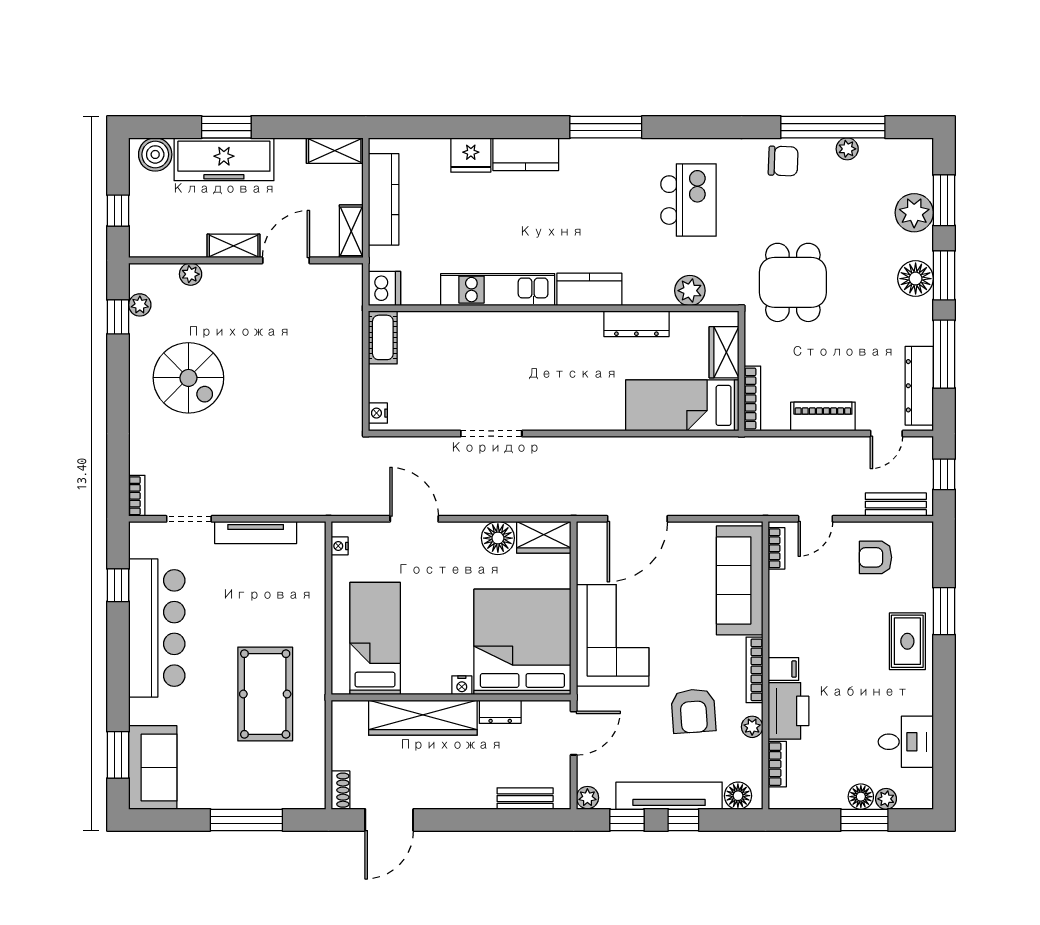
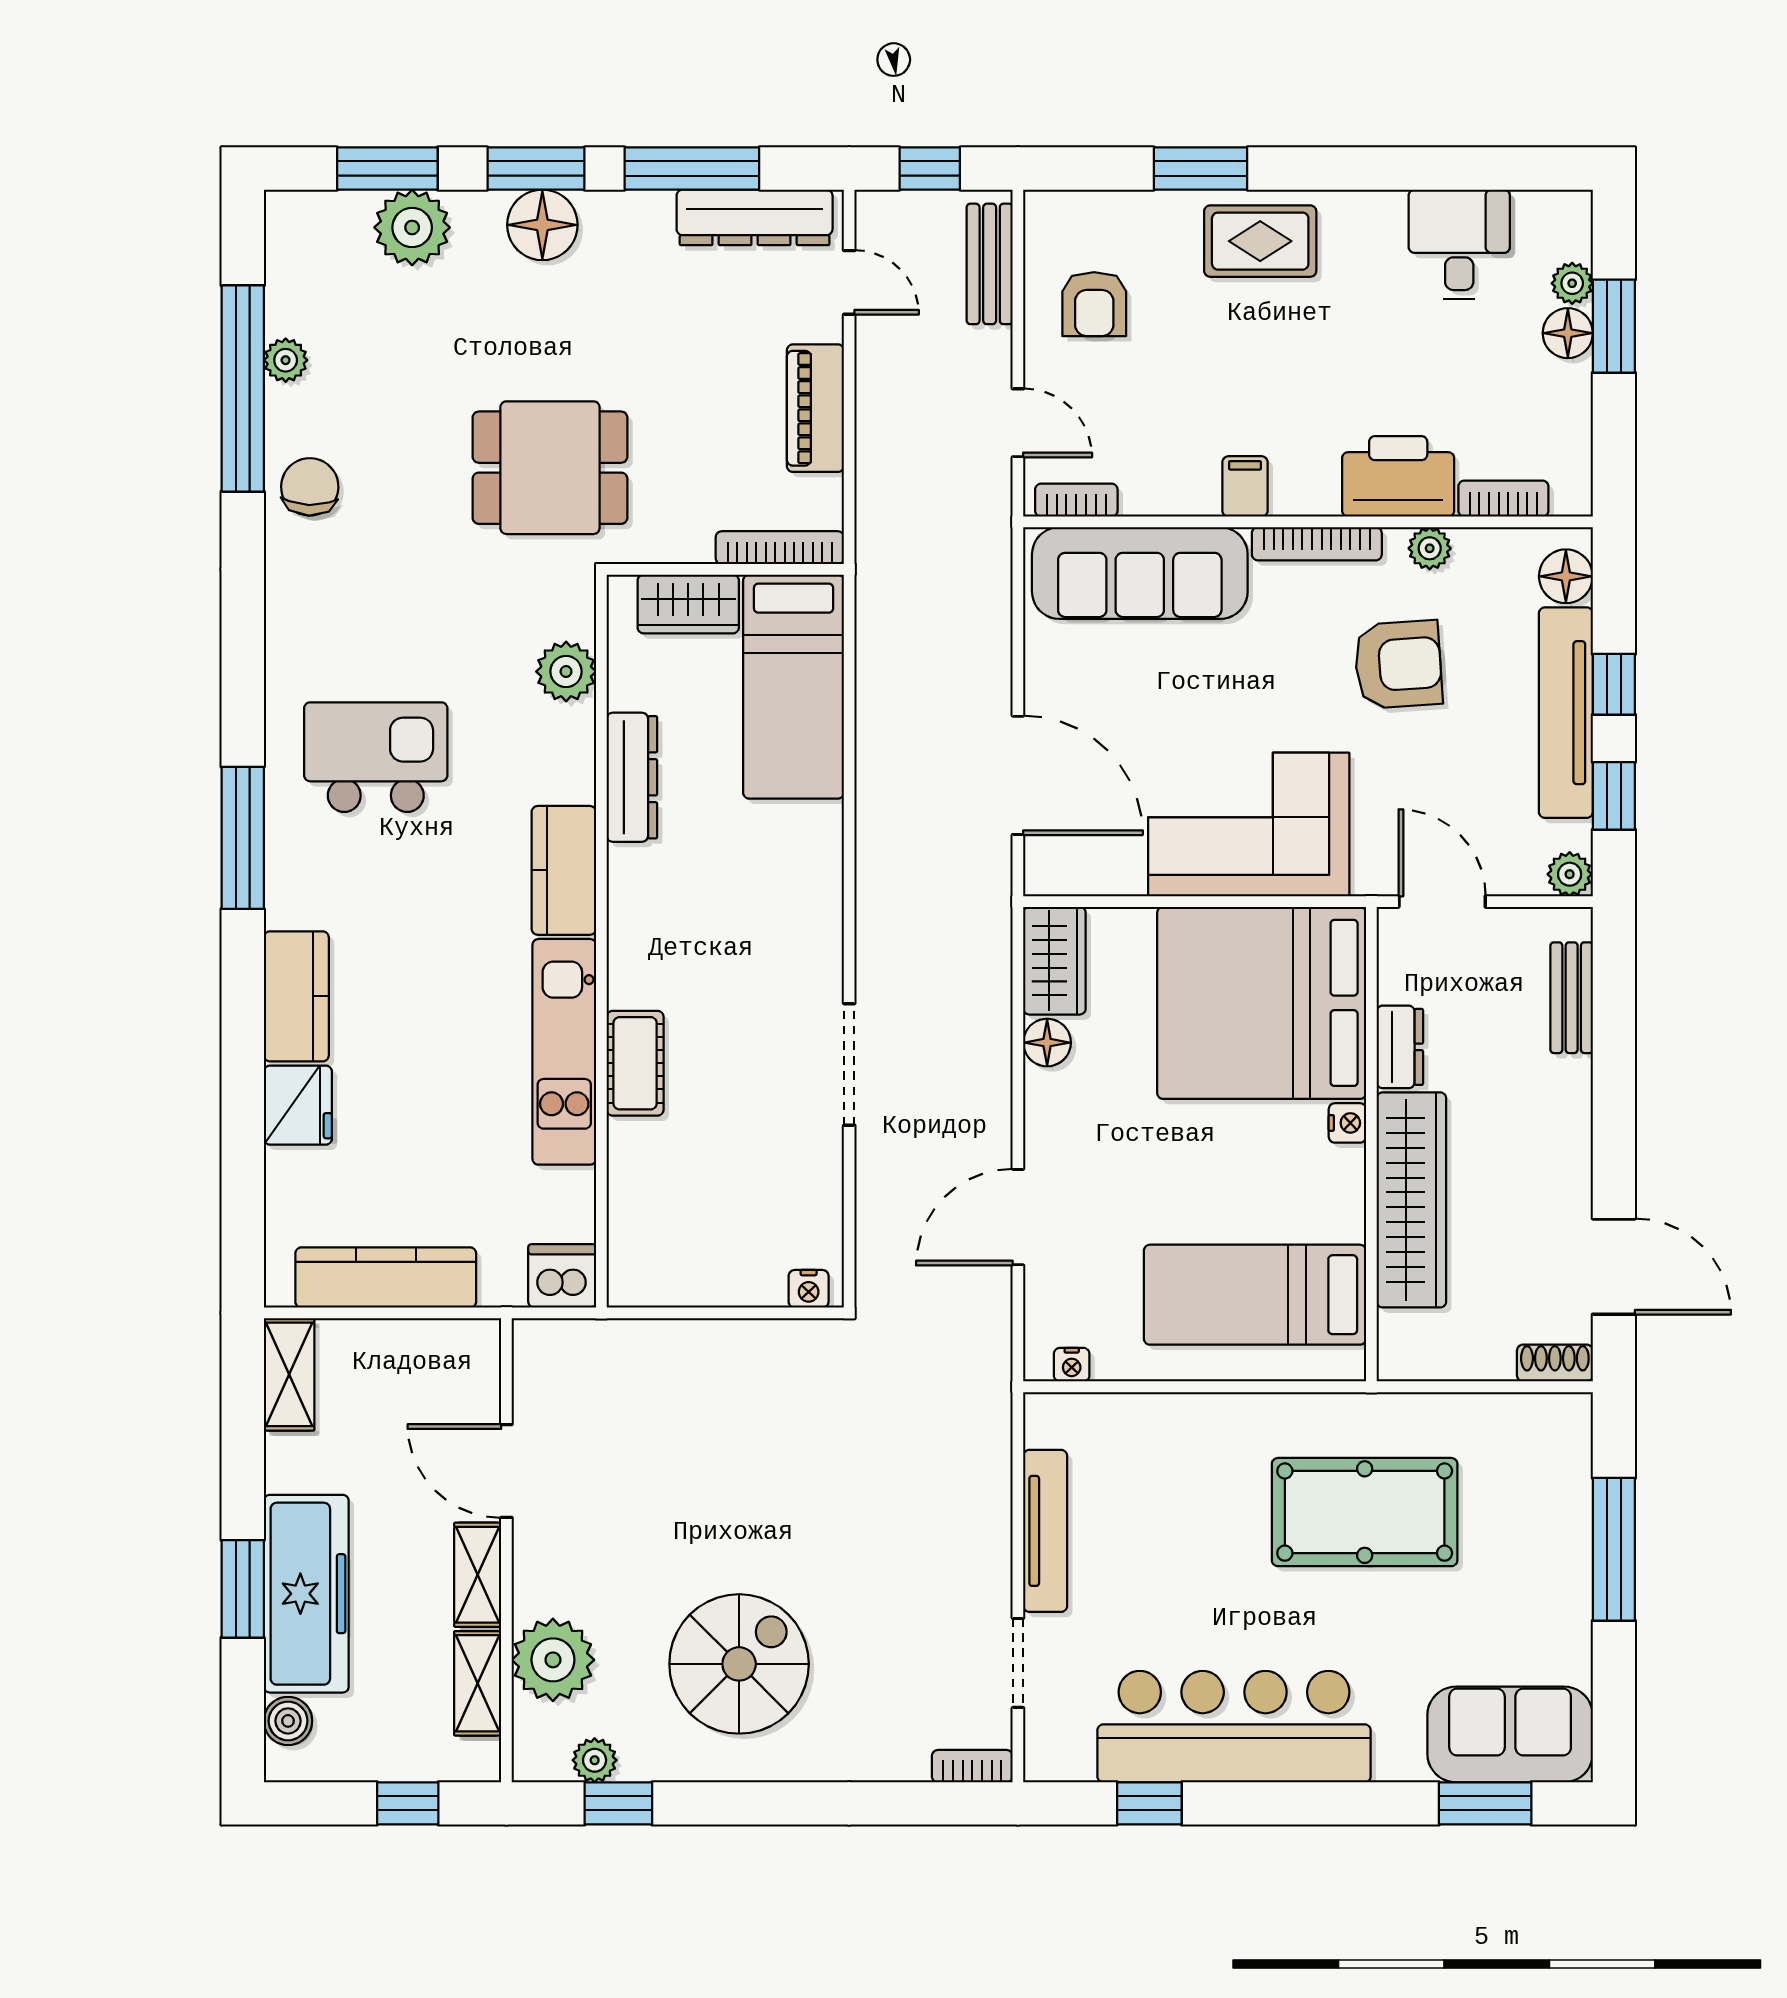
boiler: (155, 154) -> (288, 1721), width x0.73, depth x0.73
kitchen island: (688, 200) -> (376, 757), moved
shelving: (351, 231) -> (478, 1683), moved, turned 90
plant: (191, 274) -> (553, 1660), width x1.87, depth x1.87
cot: (383, 337) -> (635, 1063), moved, turned 90
floor lamp: (498, 538) -> (1047, 1043), width x0.73, depth x0.73
filing cabinet: (783, 669) -> (1245, 486), moved

